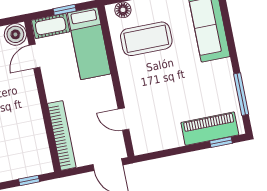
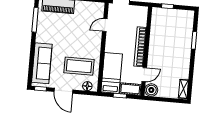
door: (123, 119) -> (105, 25), swing flipped
bookcase: (62, 135) -> (140, 47), moved

